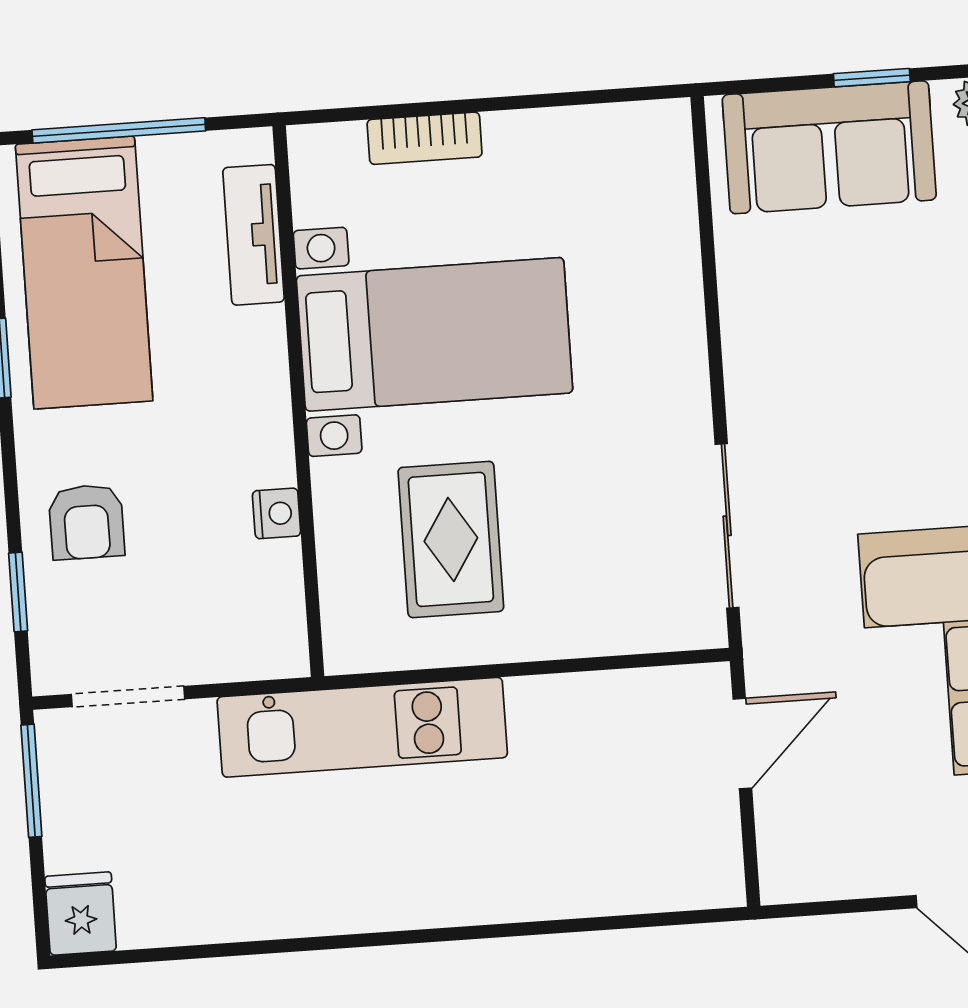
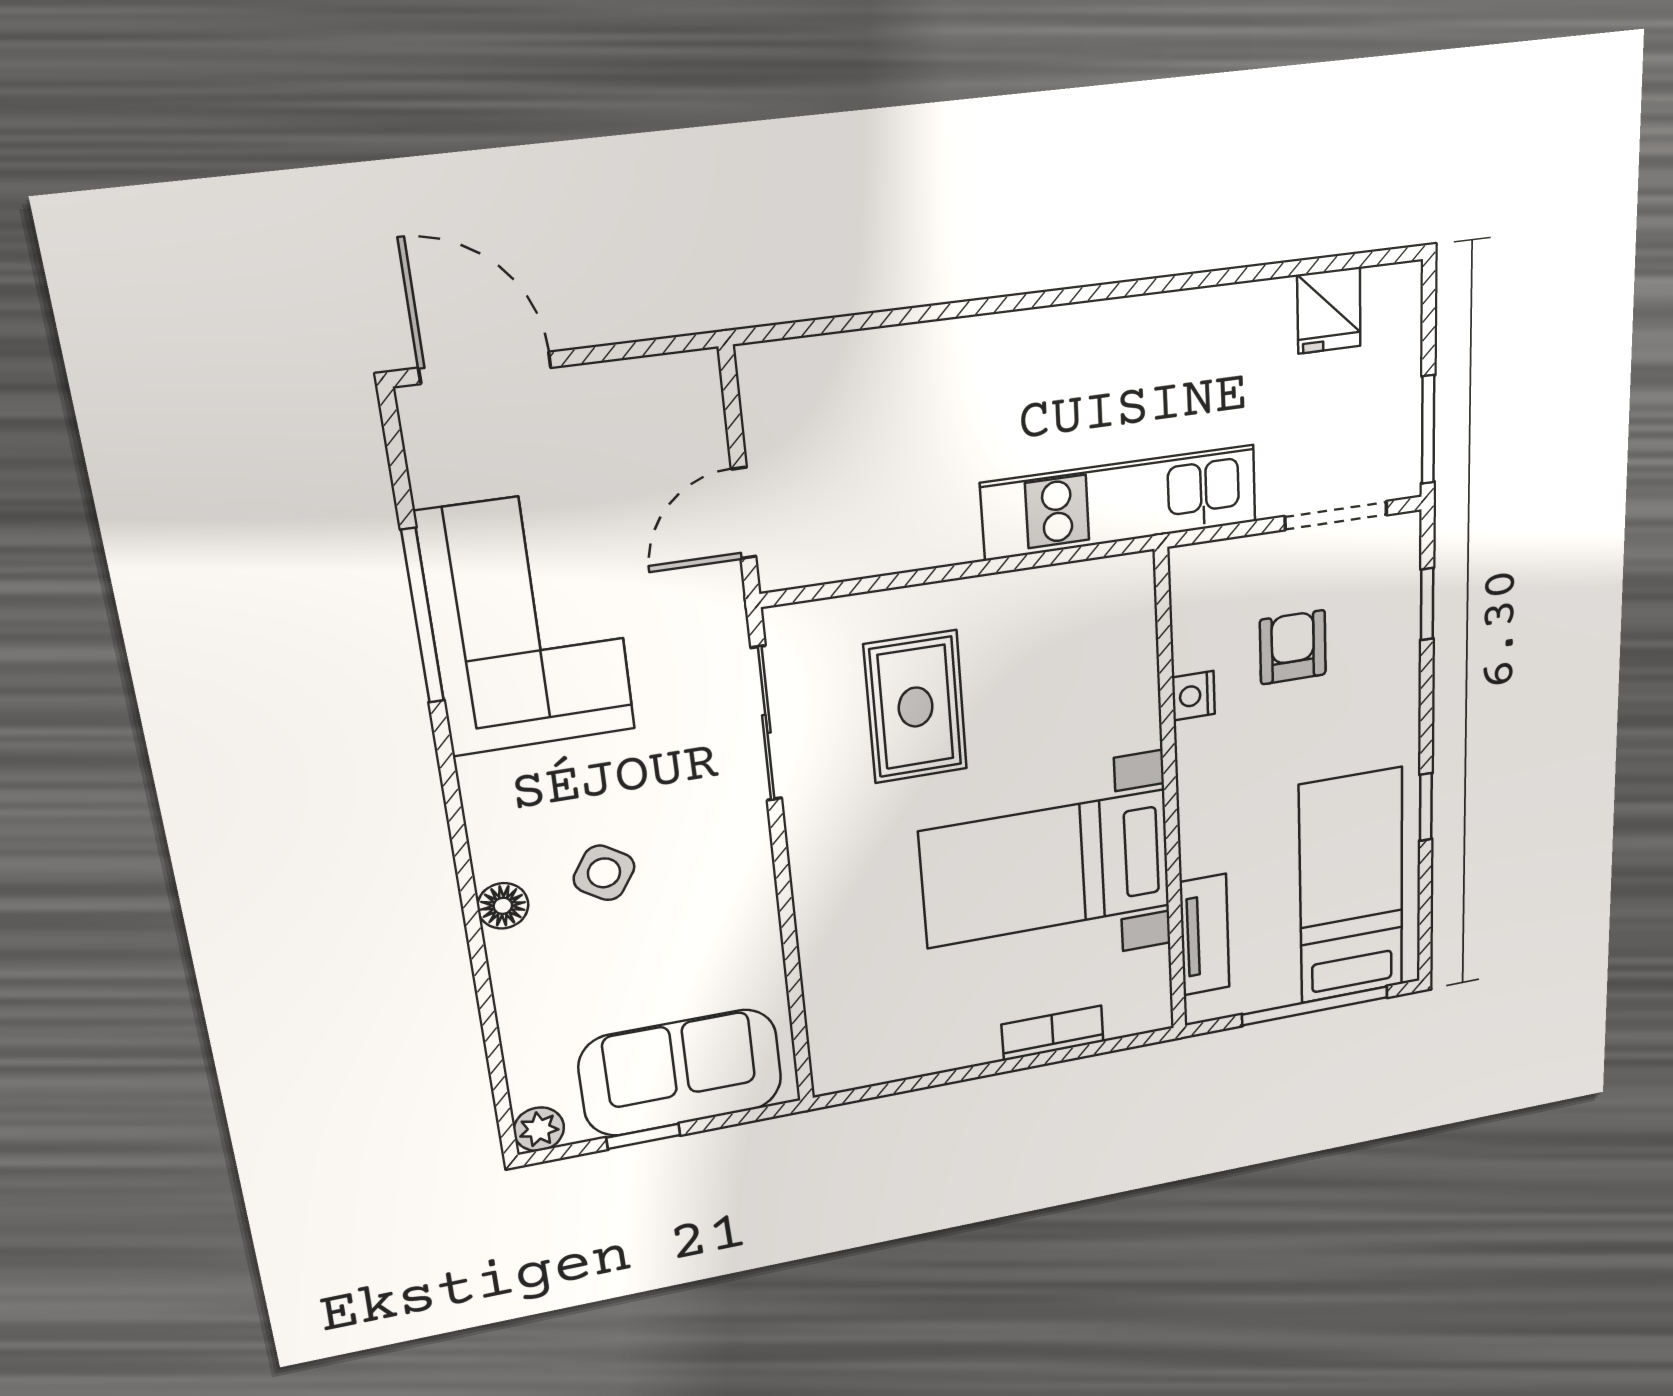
side table: (896, 383) -> (604, 873), added
armchair: (87, 522) -> (1293, 647), moved
rug: (451, 539) -> (916, 707), moved
fridge: (81, 914) -> (1329, 311), moved

